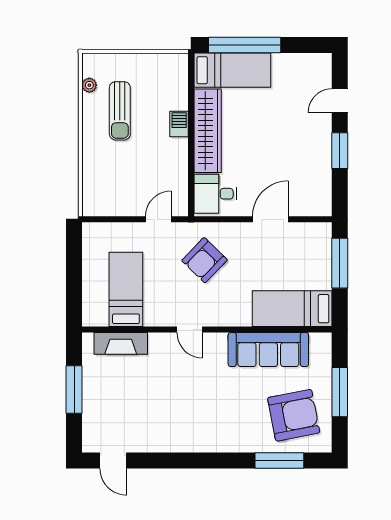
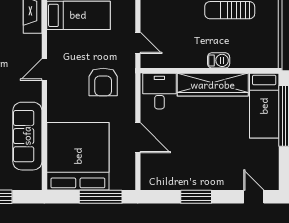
door: (340, 101) -> (254, 197), moved
armchair: (204, 260) -> (103, 82), turned -134
bed: (292, 309) -> (78, 156), width x2.04

